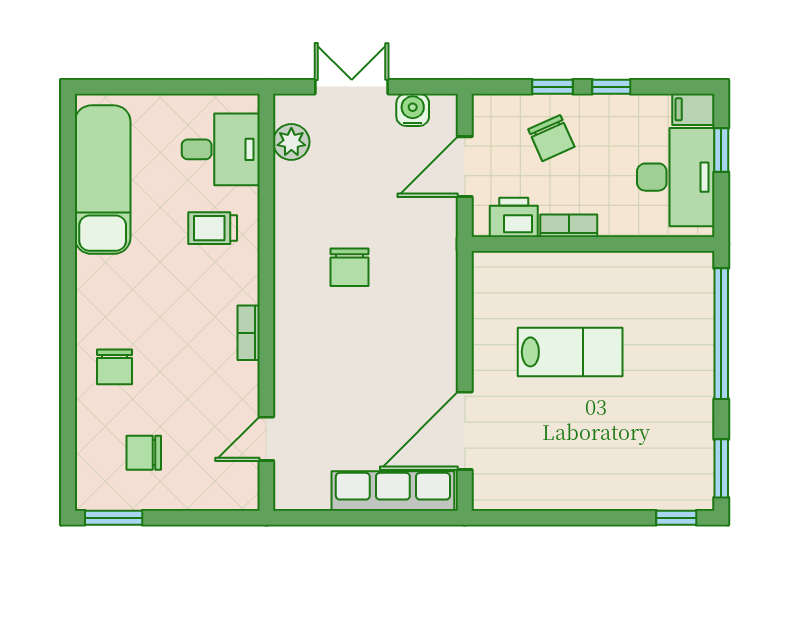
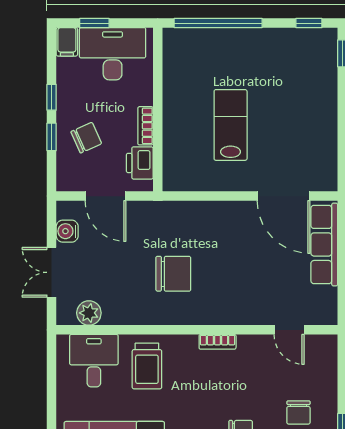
trolley: (213, 228) -> (147, 366), width x1.36, depth x1.39
chair: (350, 267) -> (173, 274), width x1.37, depth x1.37
window: (721, 468) -> (309, 23), width x0.67

